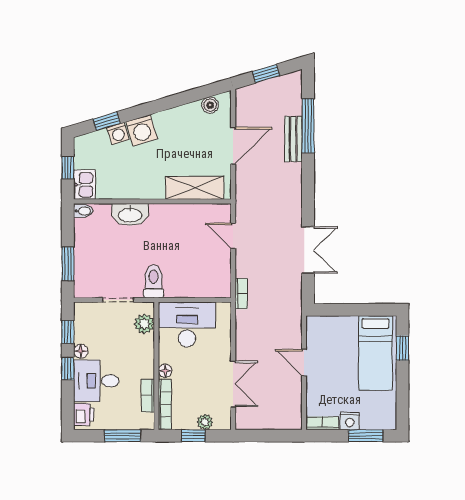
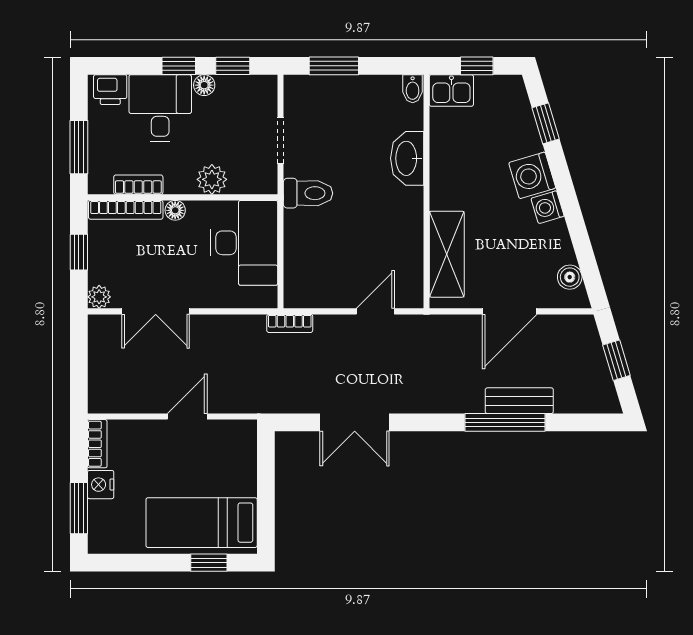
window: (308, 126) -> (505, 422), moved
washing machine: (118, 133) -> (548, 207), moved
door: (233, 146) -> (510, 311), hinge flipped
plant: (144, 324) -> (212, 179), moved
plant: (205, 422) -> (99, 297), moved

